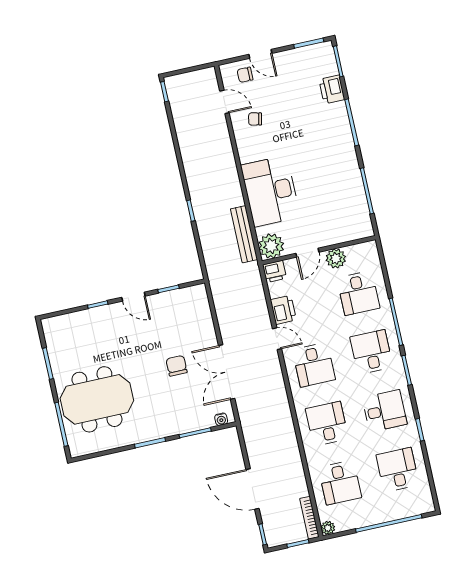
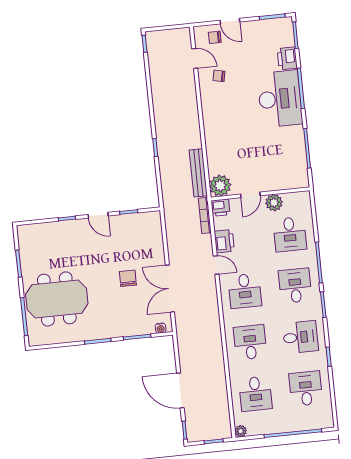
desk: (271, 191) -> (280, 99), moved, turned 180
bookcase: (309, 518) -> (205, 215), moved

